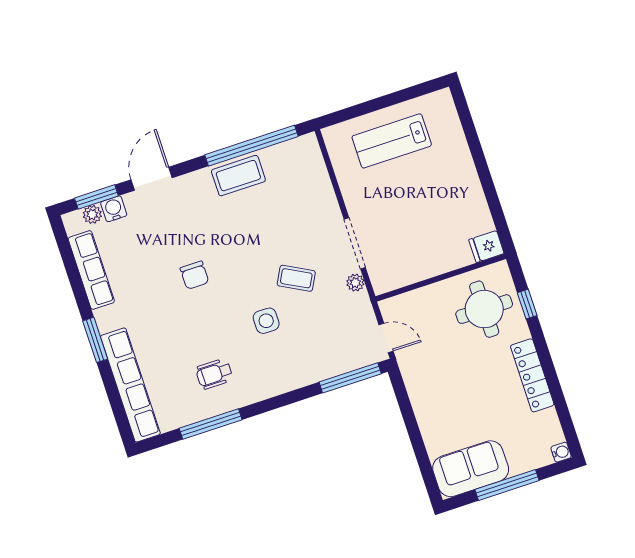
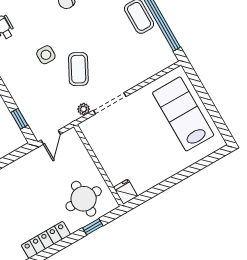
lab bench: (392, 141) -> (183, 114), width x1.36, depth x1.39
coffee table: (296, 278) -> (78, 69), width x1.36, depth x1.30
window: (350, 378) -> (19, 119), width x0.46

